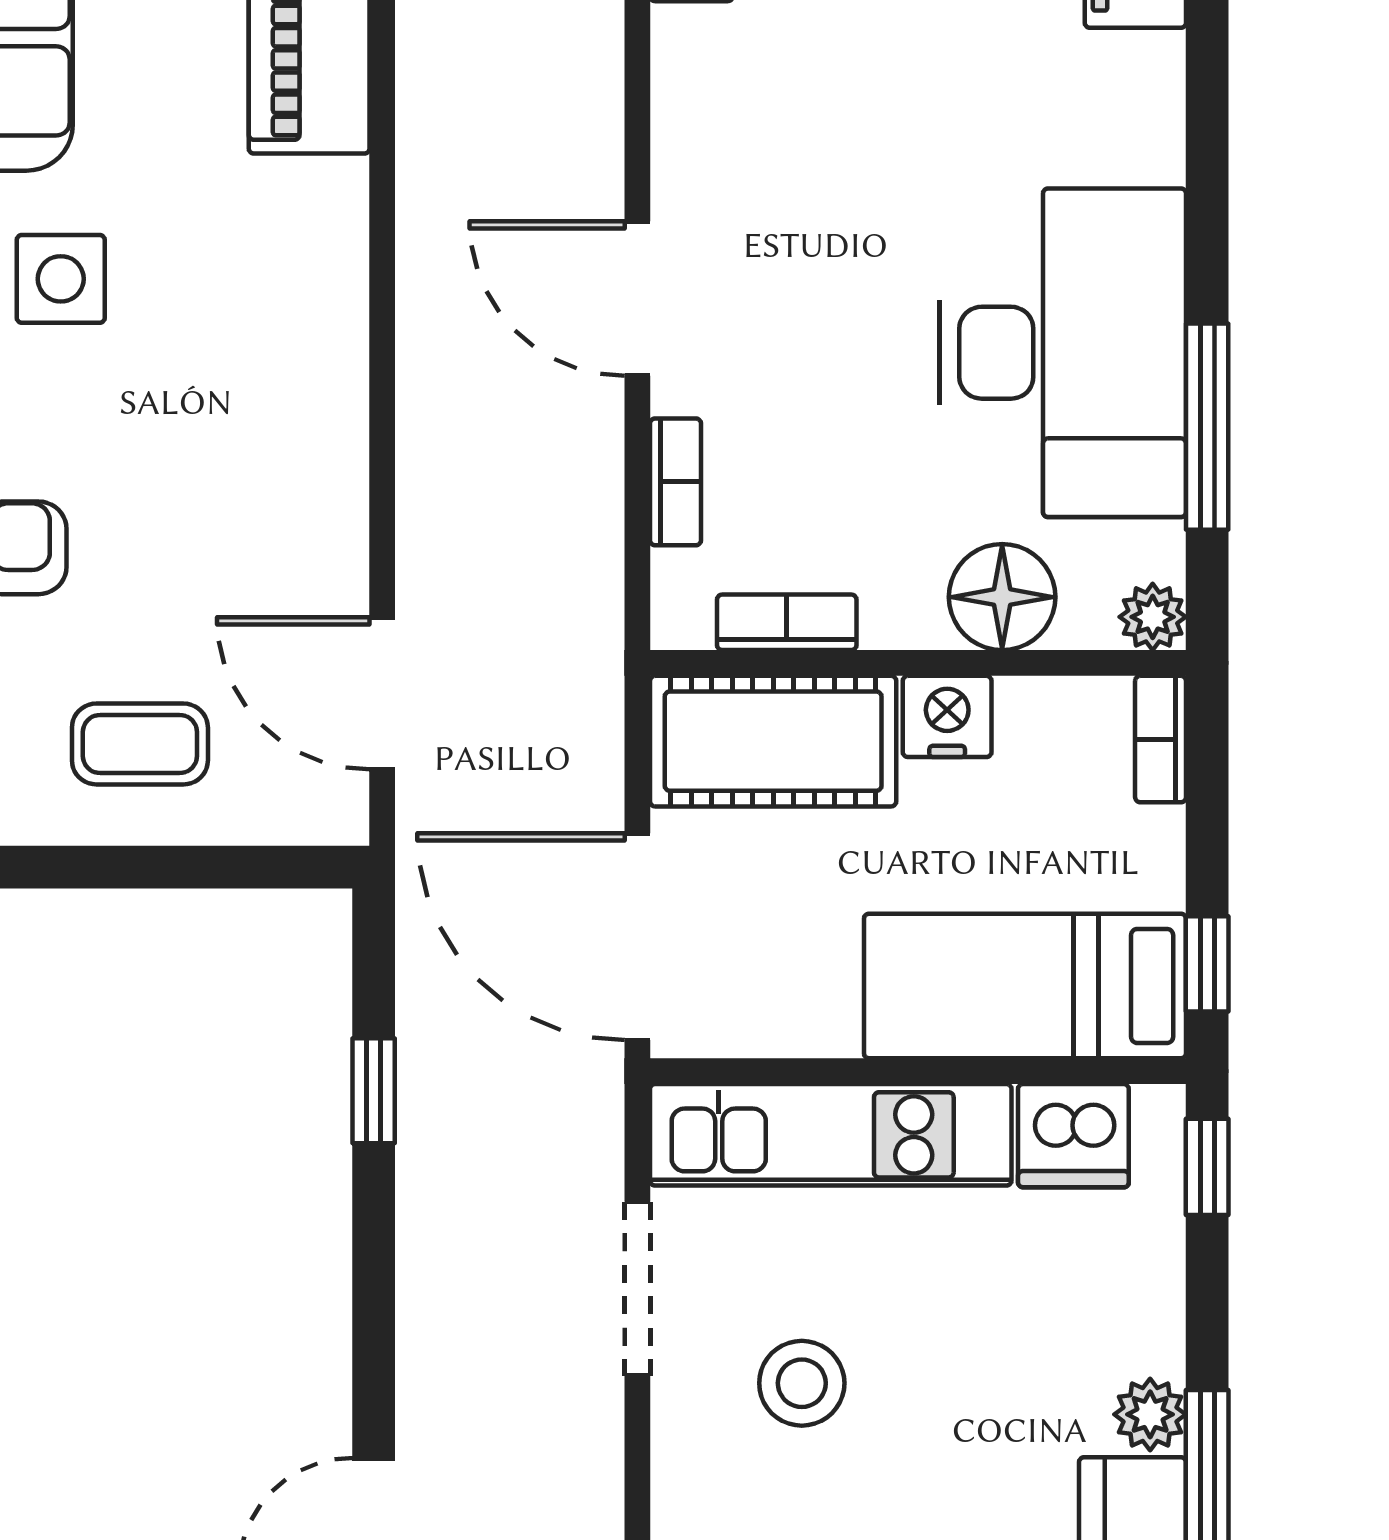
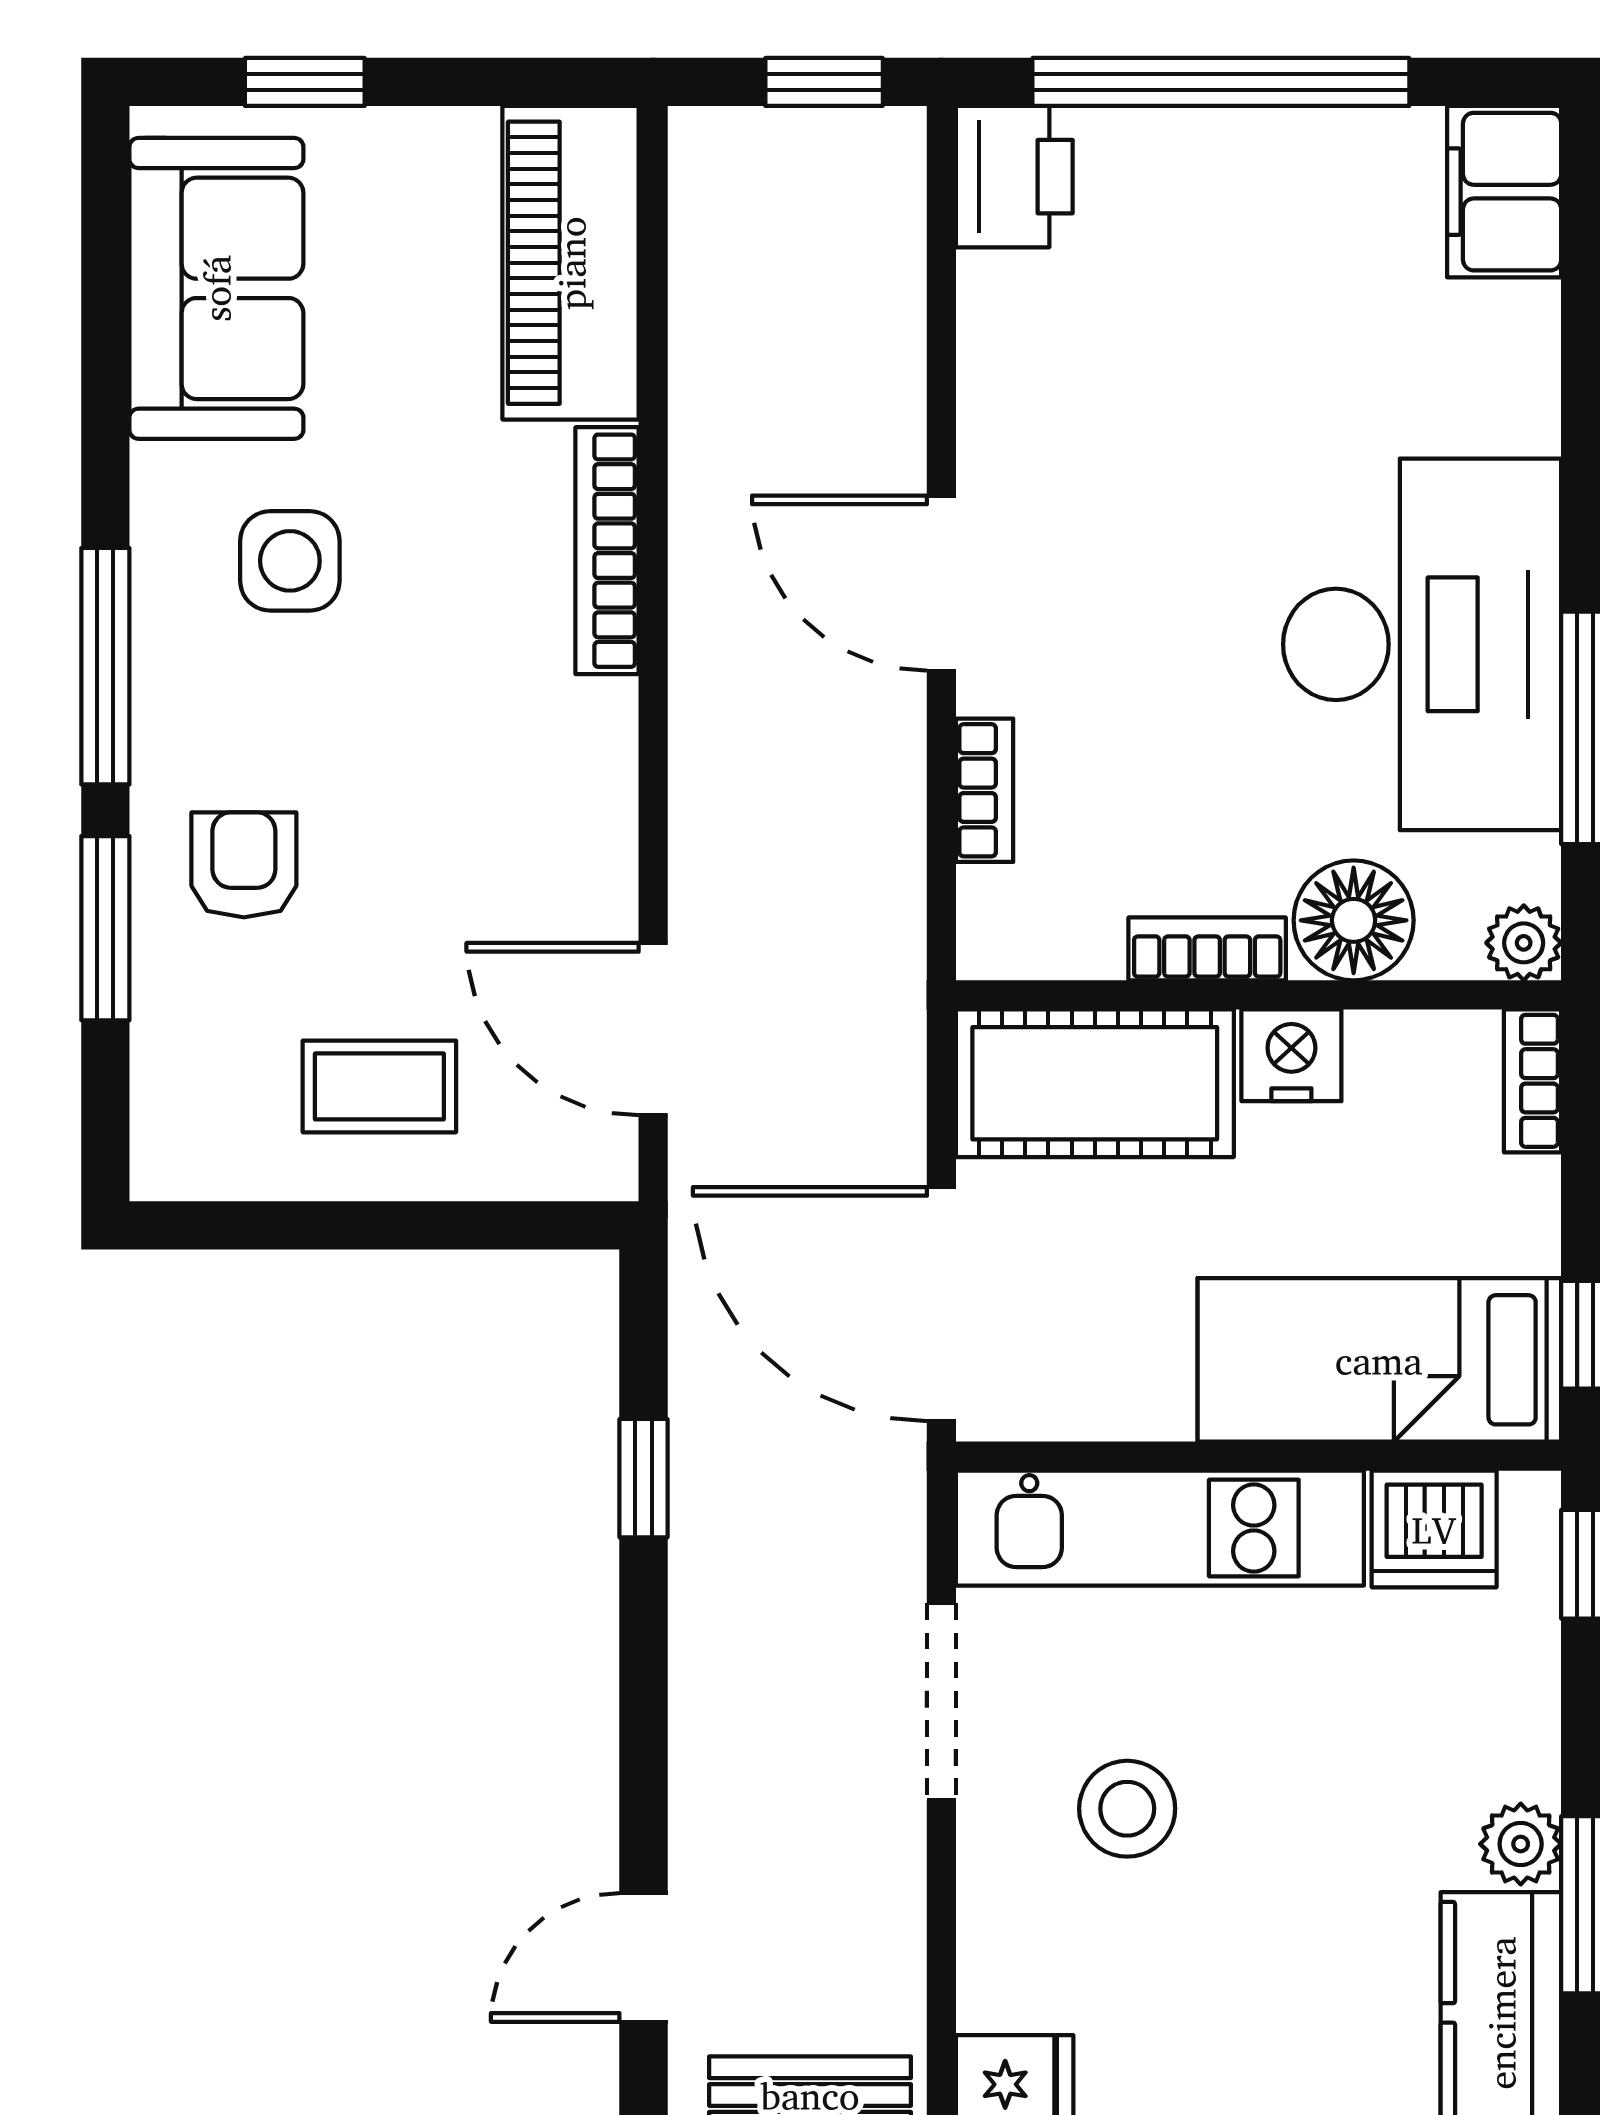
bookcase: (341, 270) -> (607, 551), added
bookcase: (787, 622) -> (1207, 949), moved

